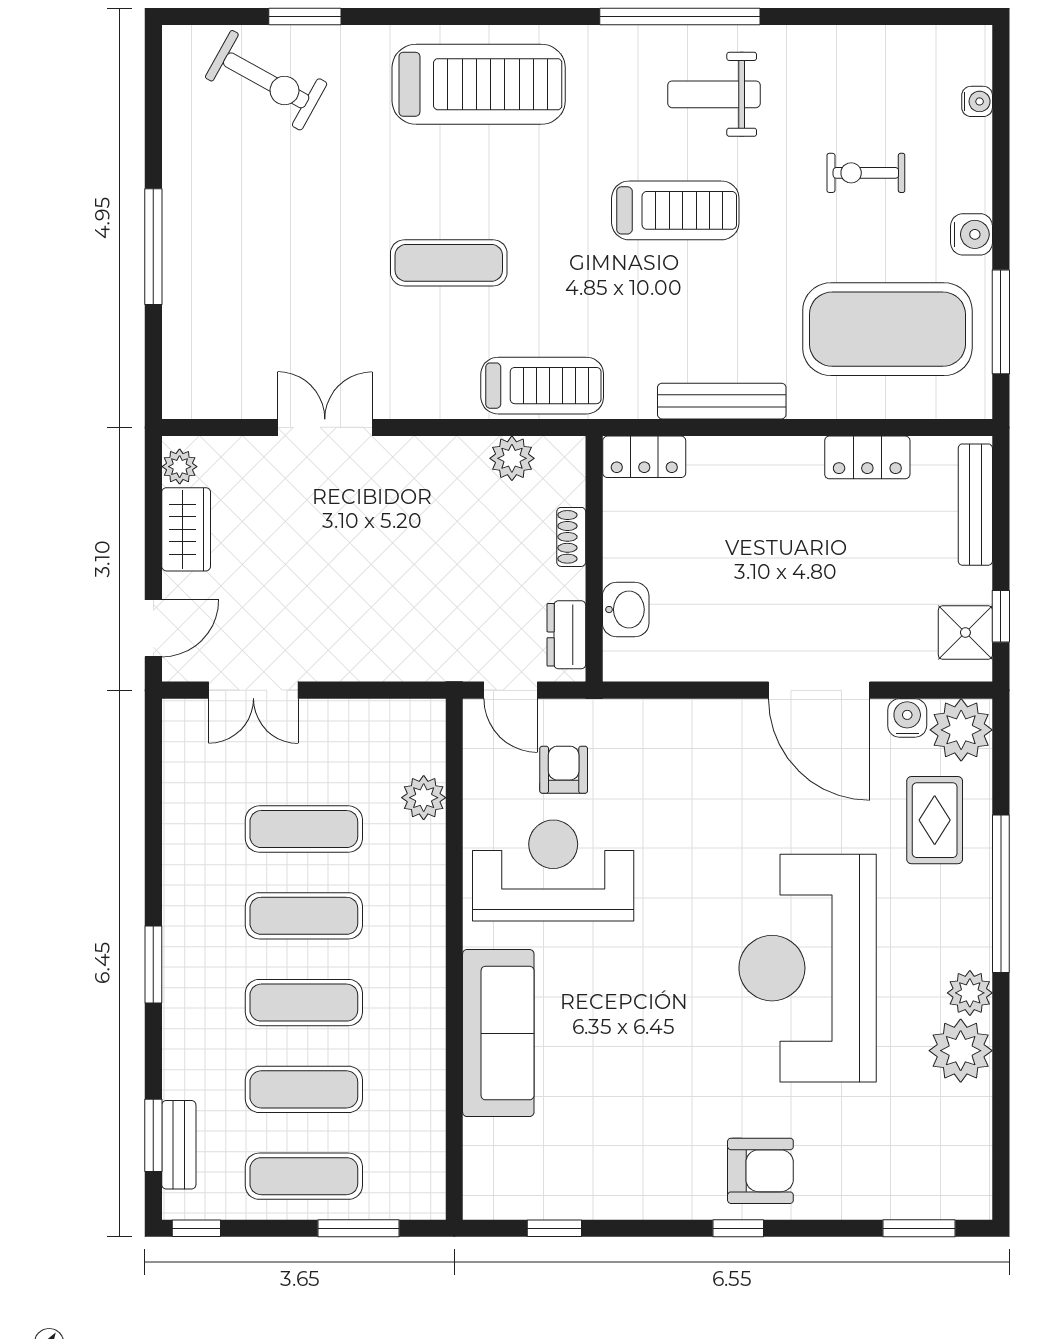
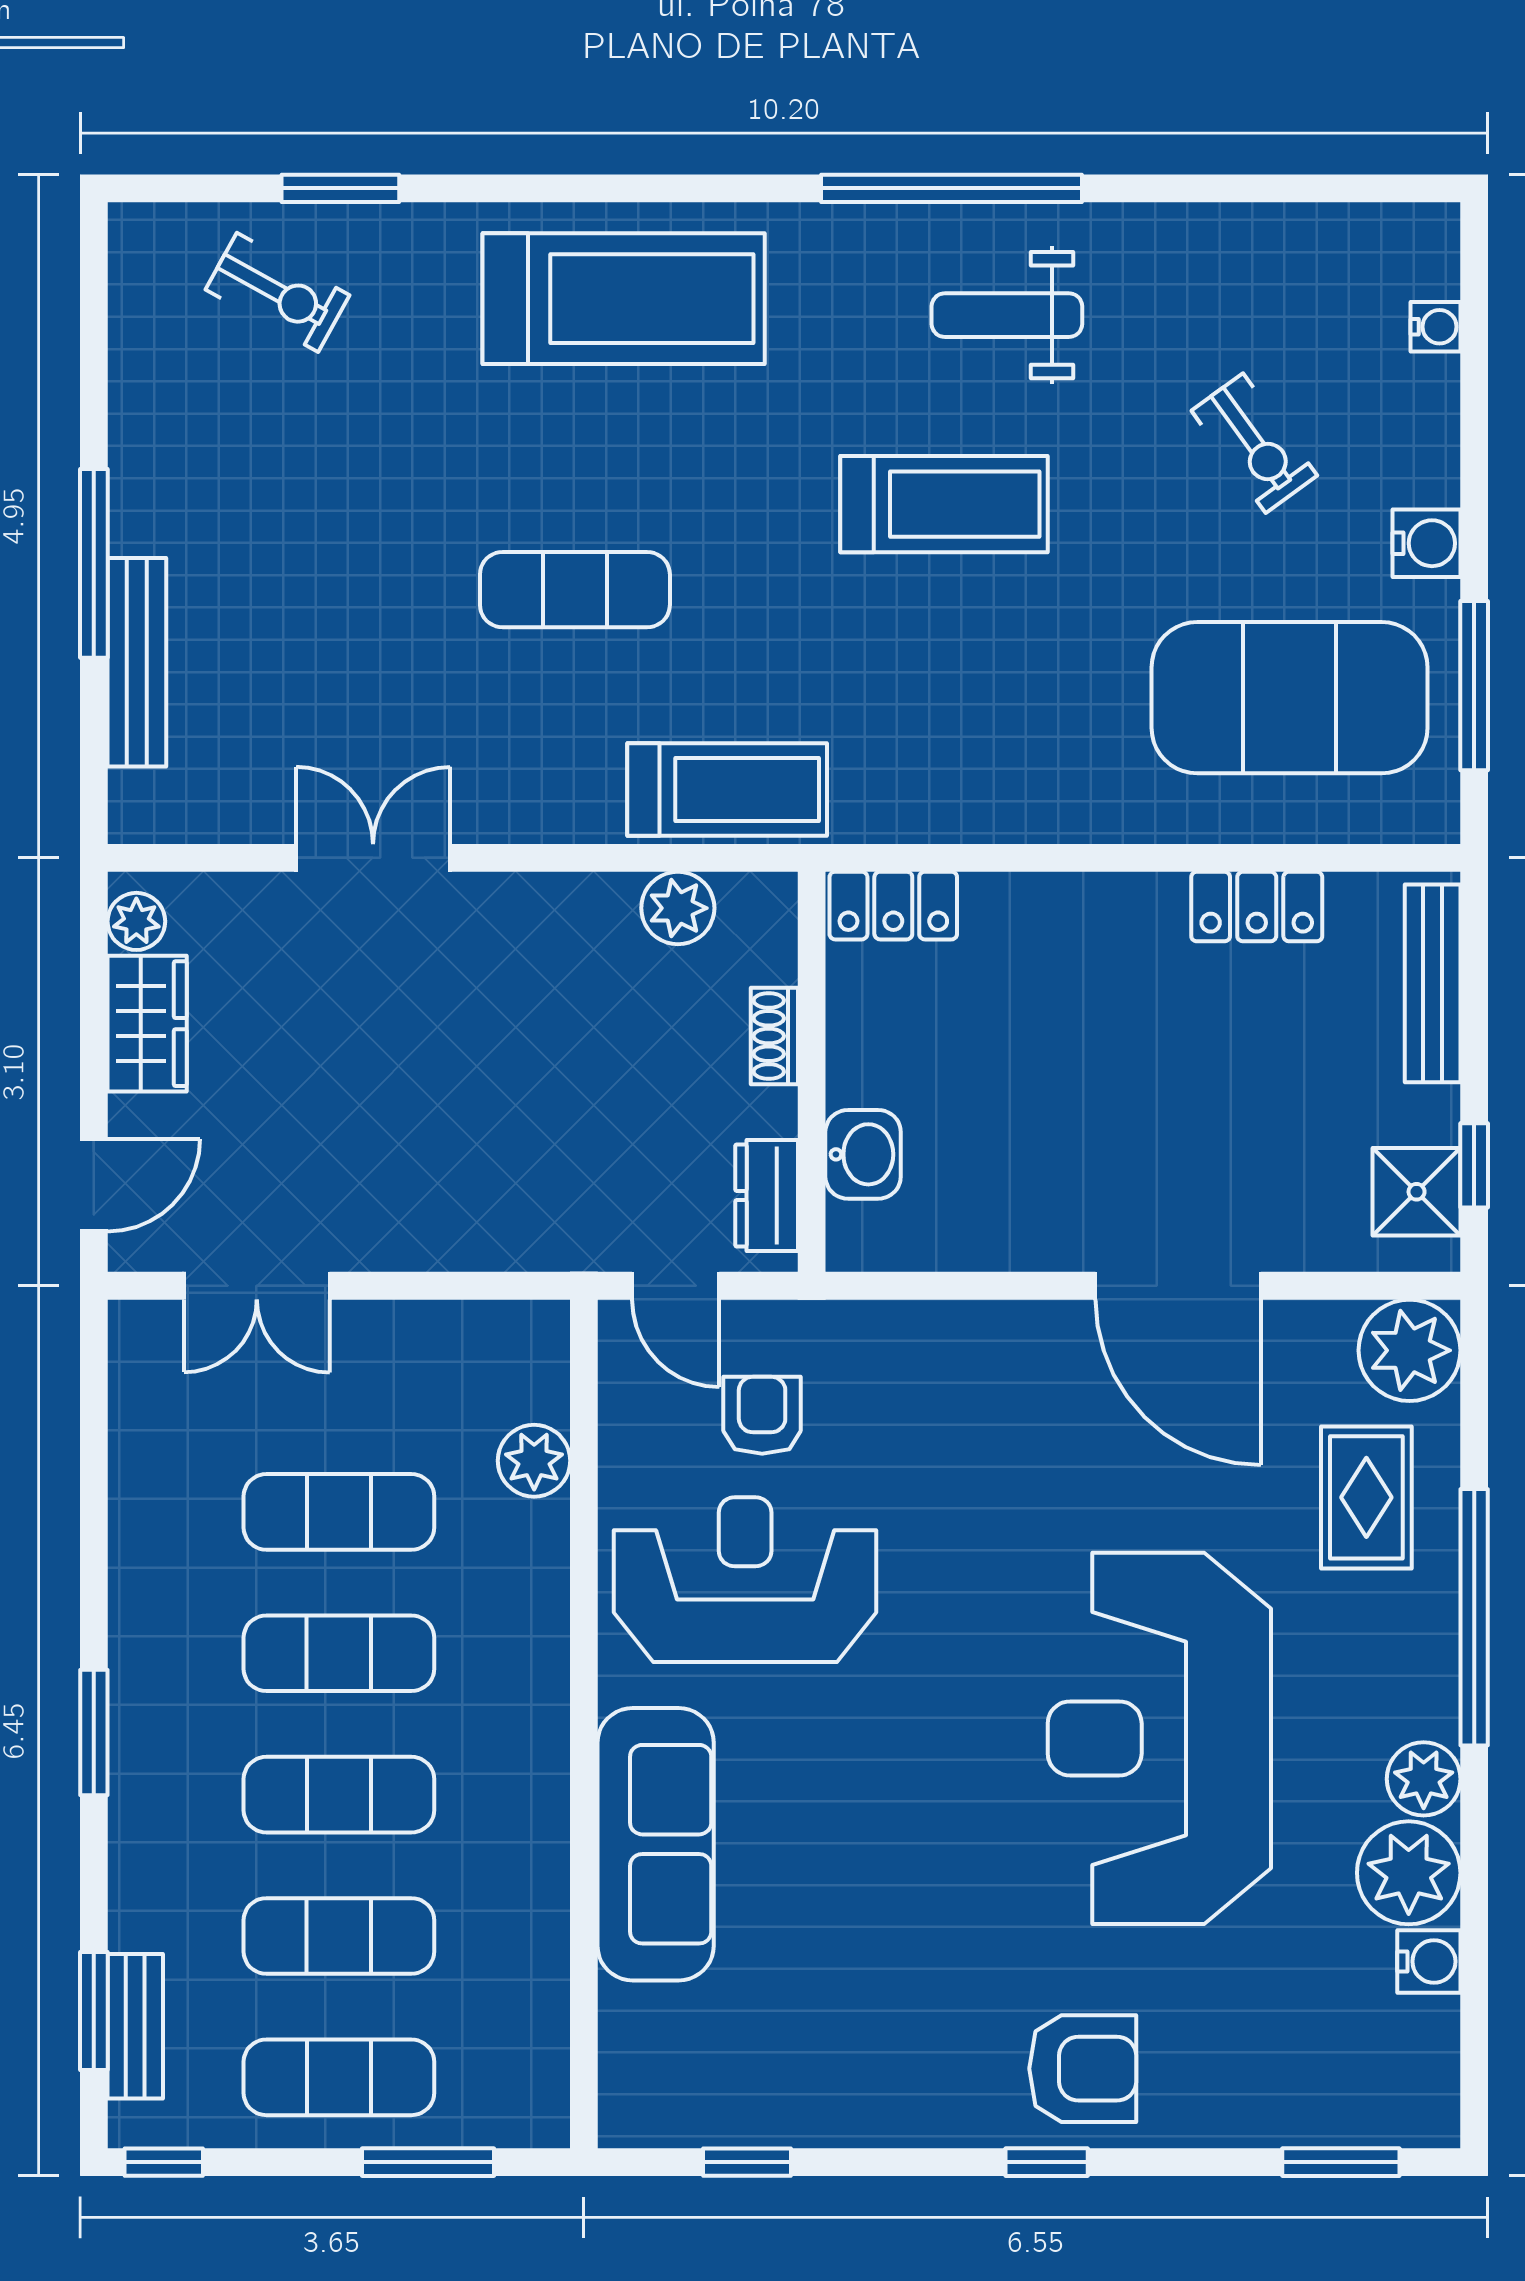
exercise bike: (266, 80) -> (278, 292), width x0.73, depth x0.72
exercise bike: (866, 173) -> (1254, 443), turned -126
bench: (722, 401) -> (137, 662), moved, turned 90
water cooler: (907, 718) -> (1429, 1961), moved, turned 90

